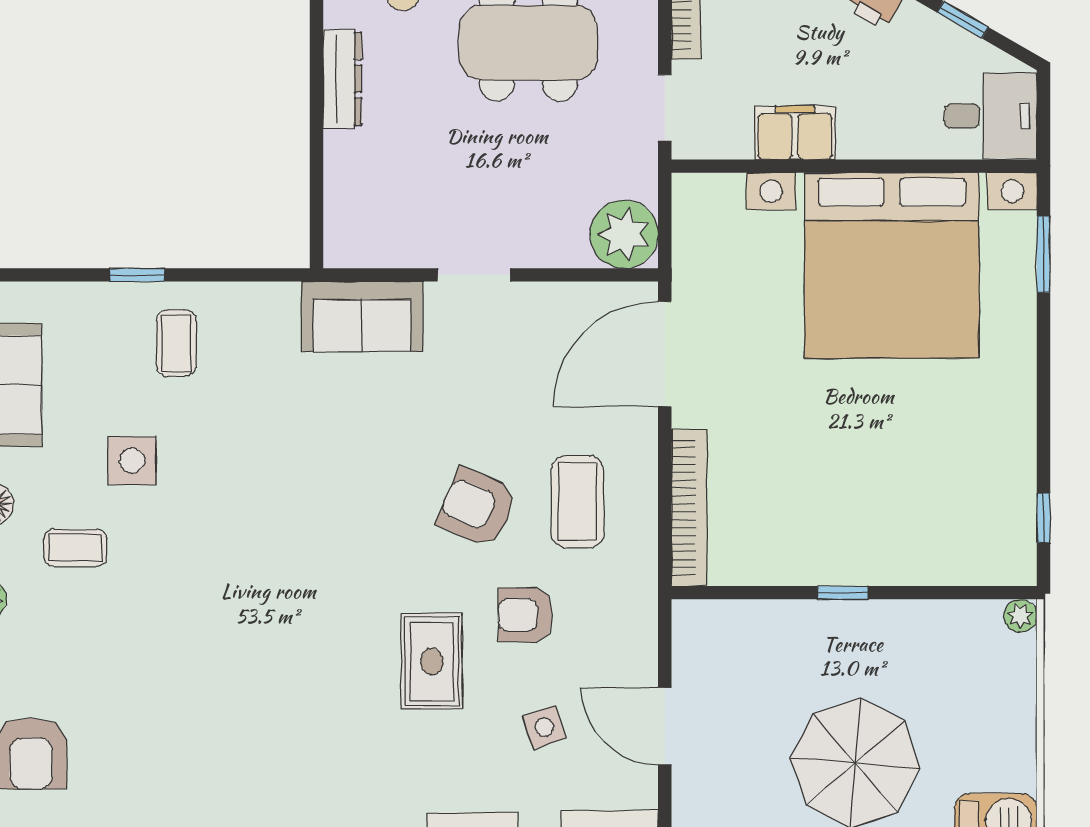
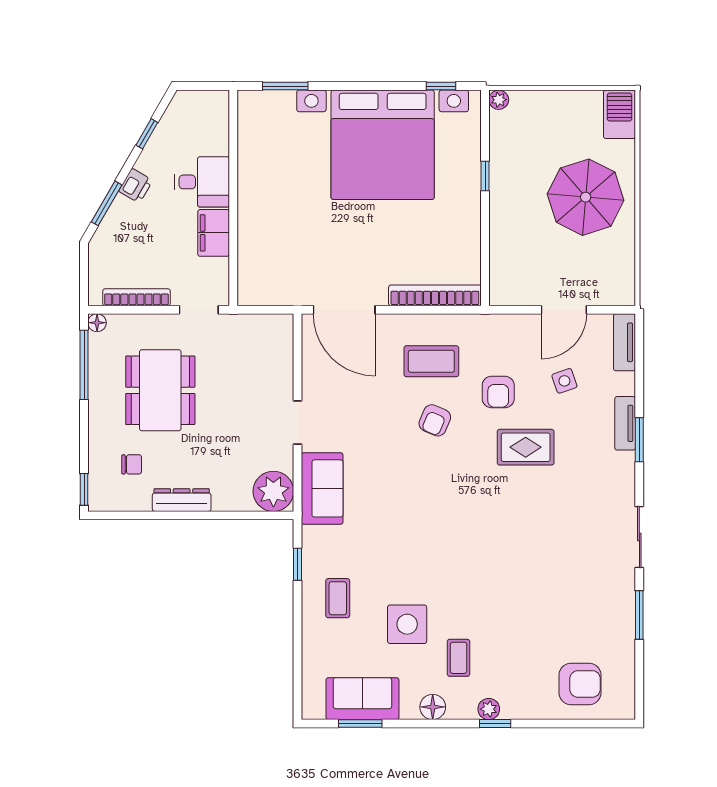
desk: (991, 116) -> (202, 182), moved, turned 90
plant: (624, 234) -> (273, 491), moved
bed with nightstands: (892, 265) -> (383, 145), moved, turned 90
window: (137, 275) -> (297, 564), moved
coffee table: (176, 343) -> (338, 598), turned 90
side table: (132, 461) -> (407, 624), width x1.37, depth x1.37
armchair: (477, 508) -> (435, 420), width x0.72, depth x0.72
window: (843, 593) -> (485, 176), moved

